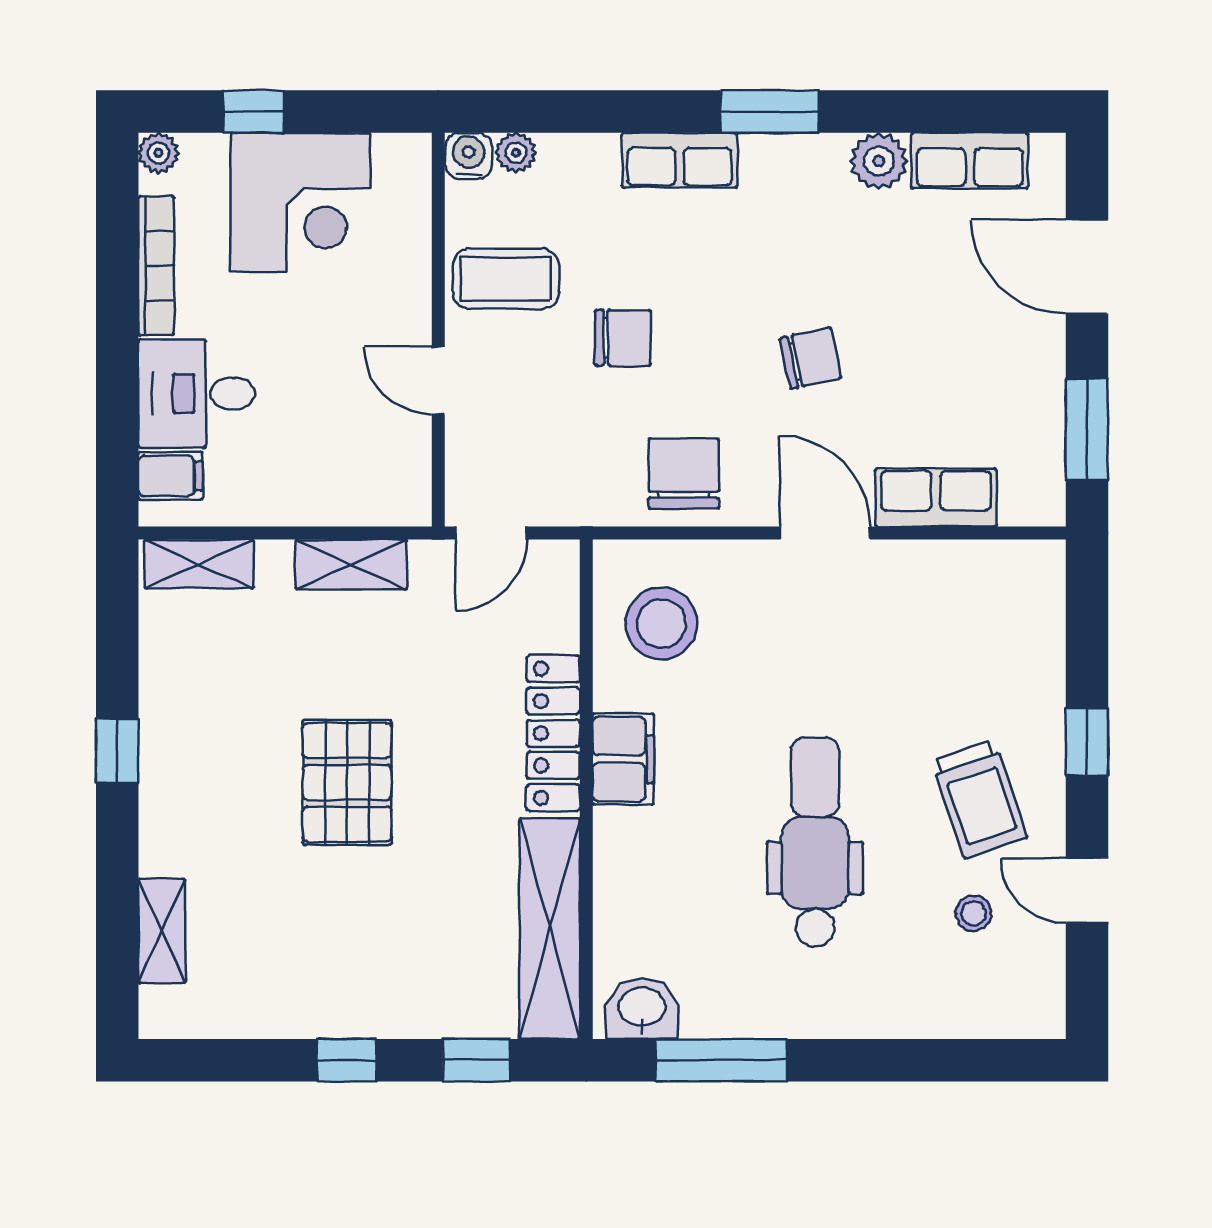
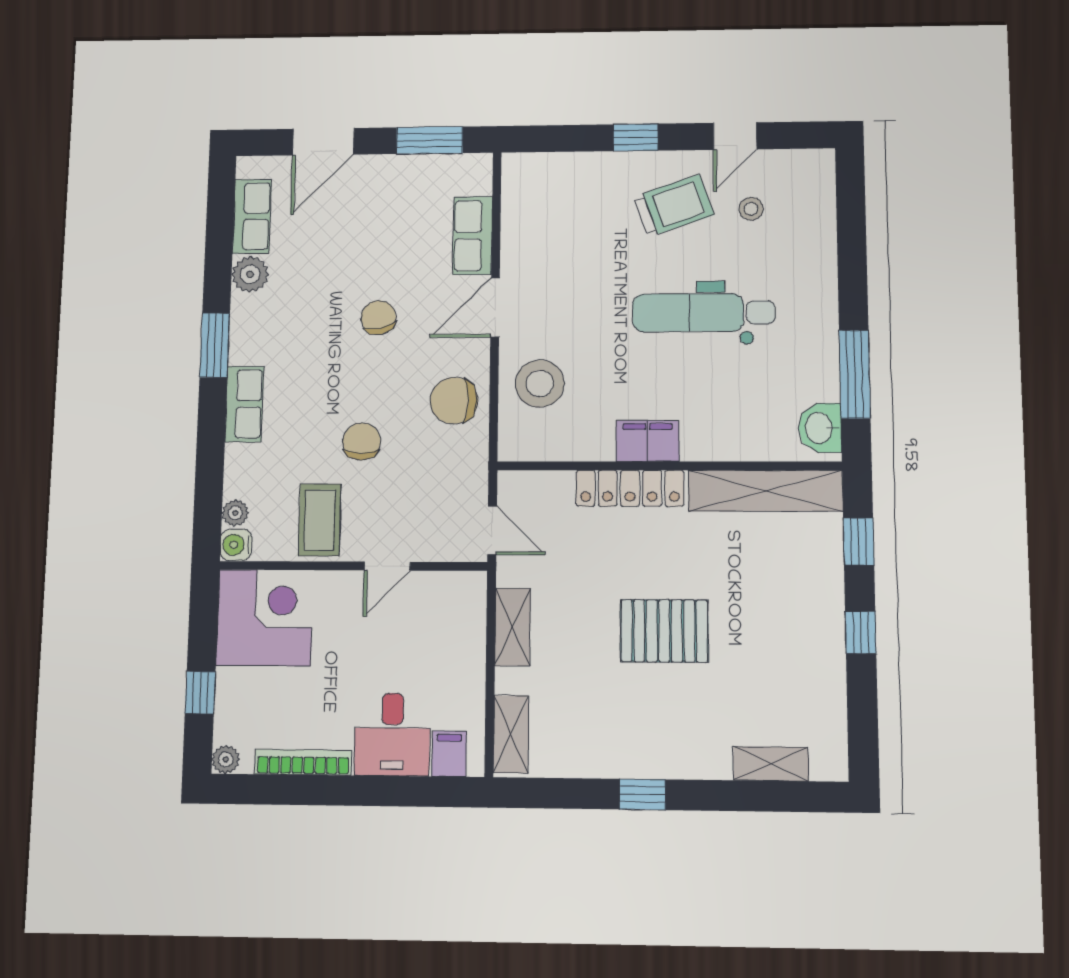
corner desk: (300, 202) -> (265, 618), moved
stool: (661, 624) -> (540, 383), moved

